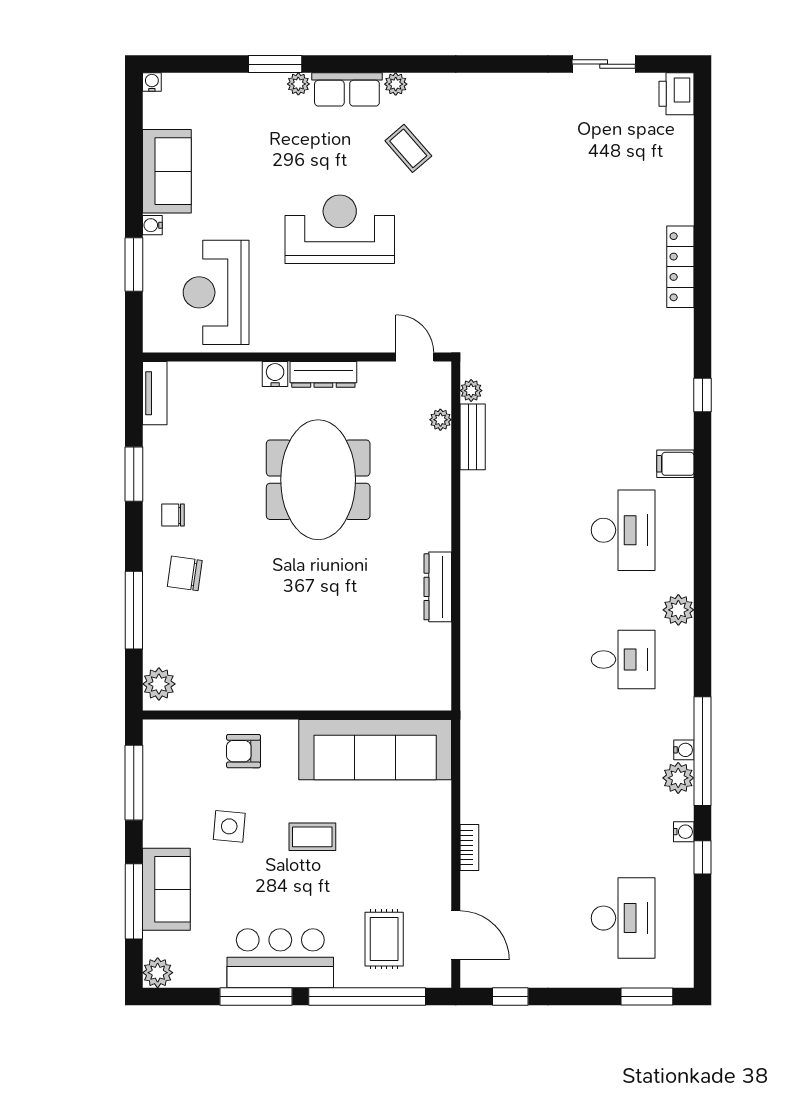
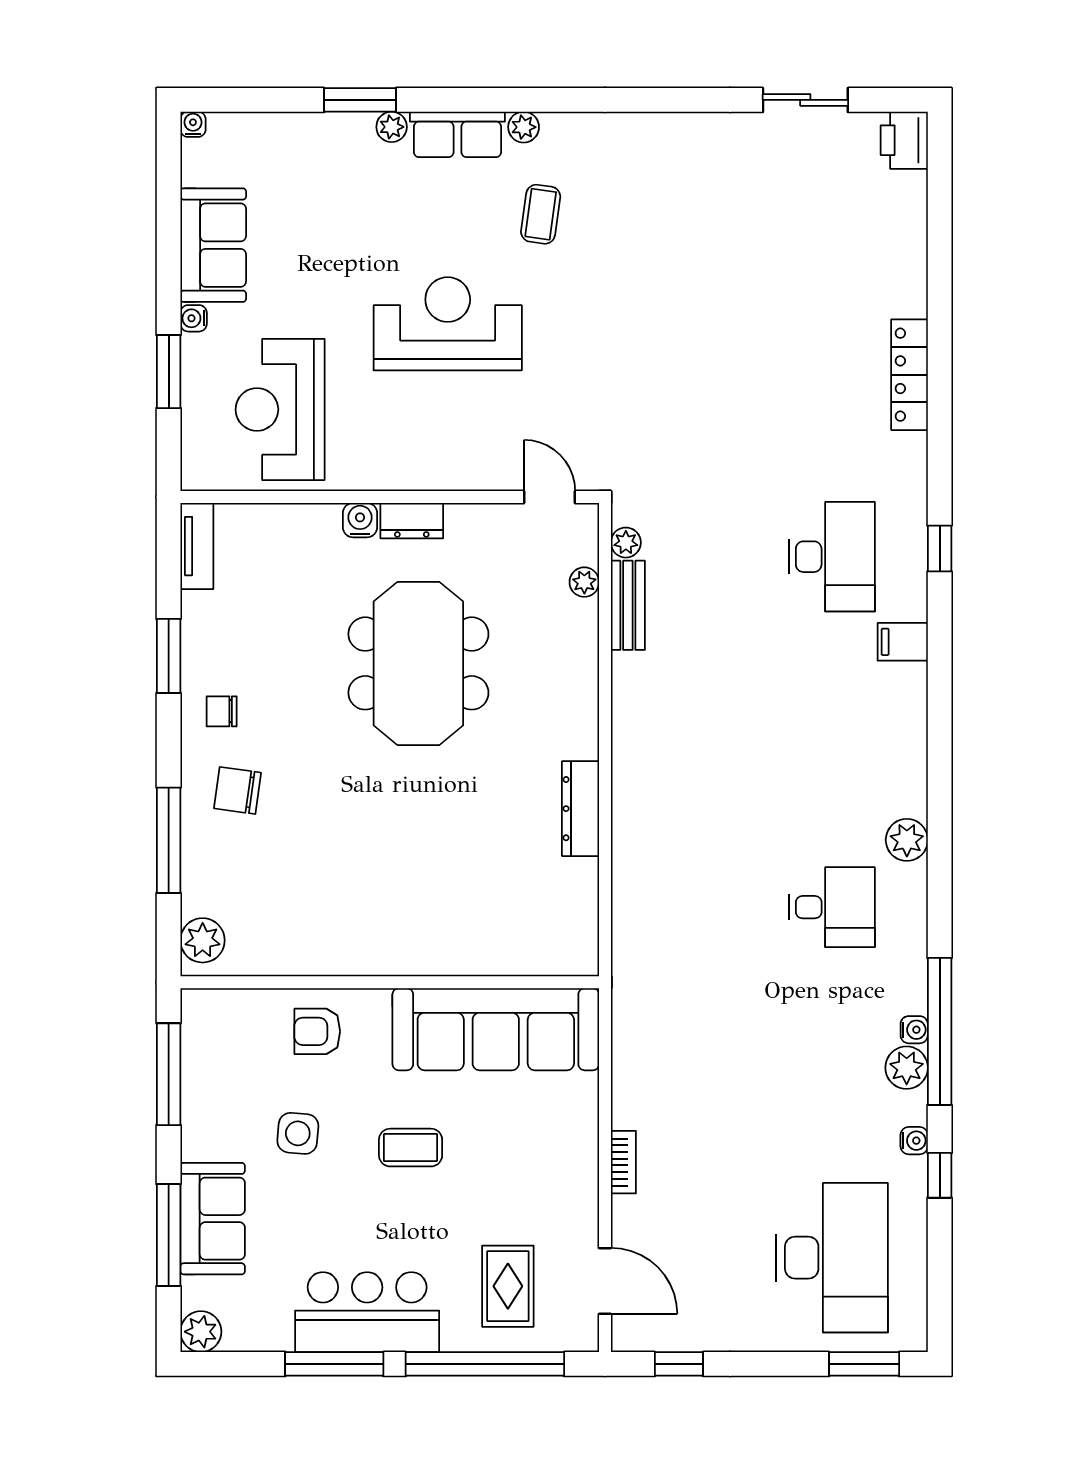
coffee table: (408, 148) -> (541, 214), turned 49
dresser: (323, 374) -> (412, 521), width x0.70
desk: (623, 530) -> (832, 557), moved
desk: (623, 918) -> (832, 1258), width x1.36, depth x1.30

